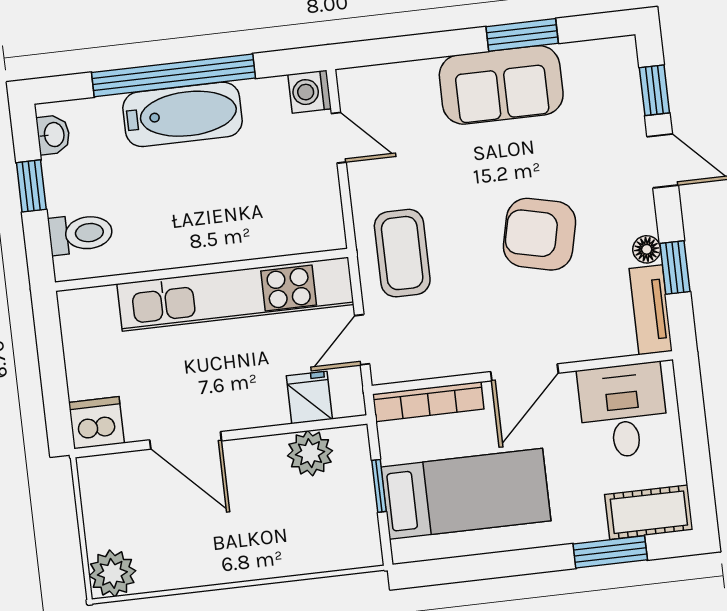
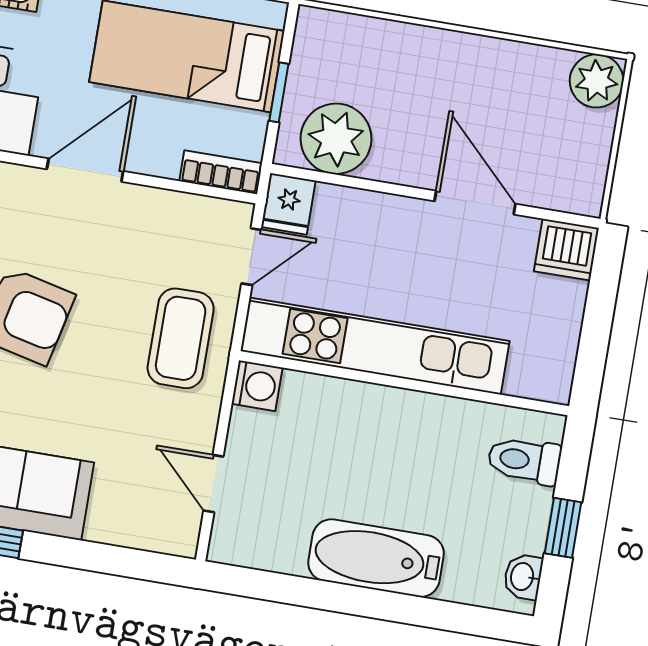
window: (173, 75) -> (374, 604), removed
washing machine: (310, 92) -> (257, 386), moved
fridge: (309, 397) -> (288, 204), moved
bookcase: (428, 402) -> (221, 172), width x0.64
plant: (310, 453) -> (336, 139), width x1.36, depth x1.36

